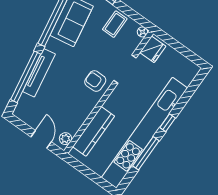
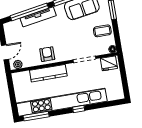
armchair: (95, 81) -> (47, 54), moved
kitchen counter: (94, 131) -> (48, 73), moved
window: (146, 153) -> (36, 116), moved

